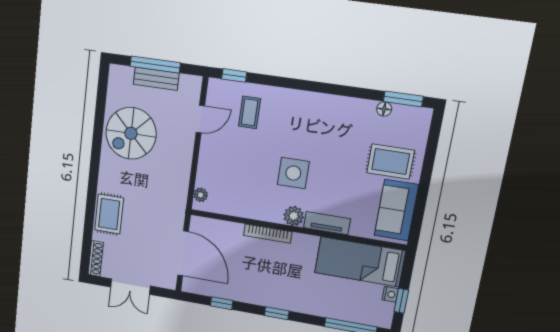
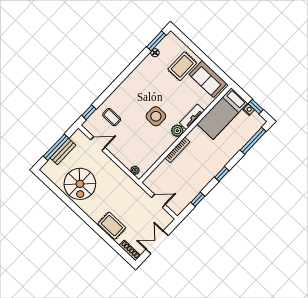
door: (200, 119) -> (98, 144), hinge flipped
door: (183, 253) -> (158, 201), width x0.53
double door: (130, 287) -> (157, 242), swing flipped

